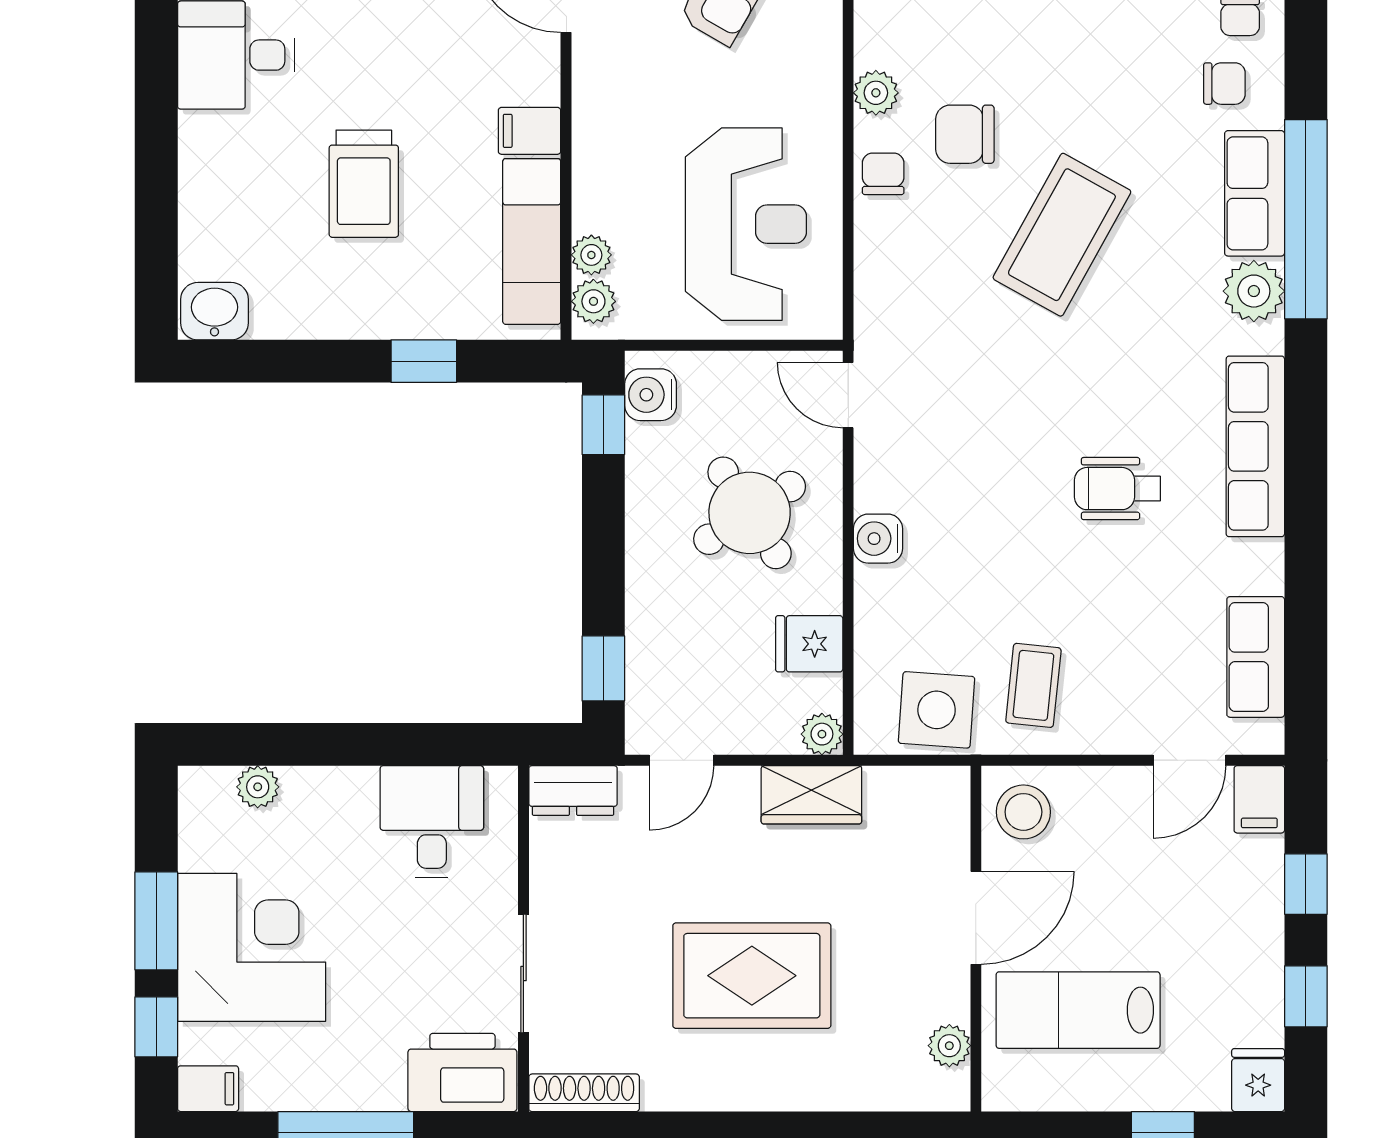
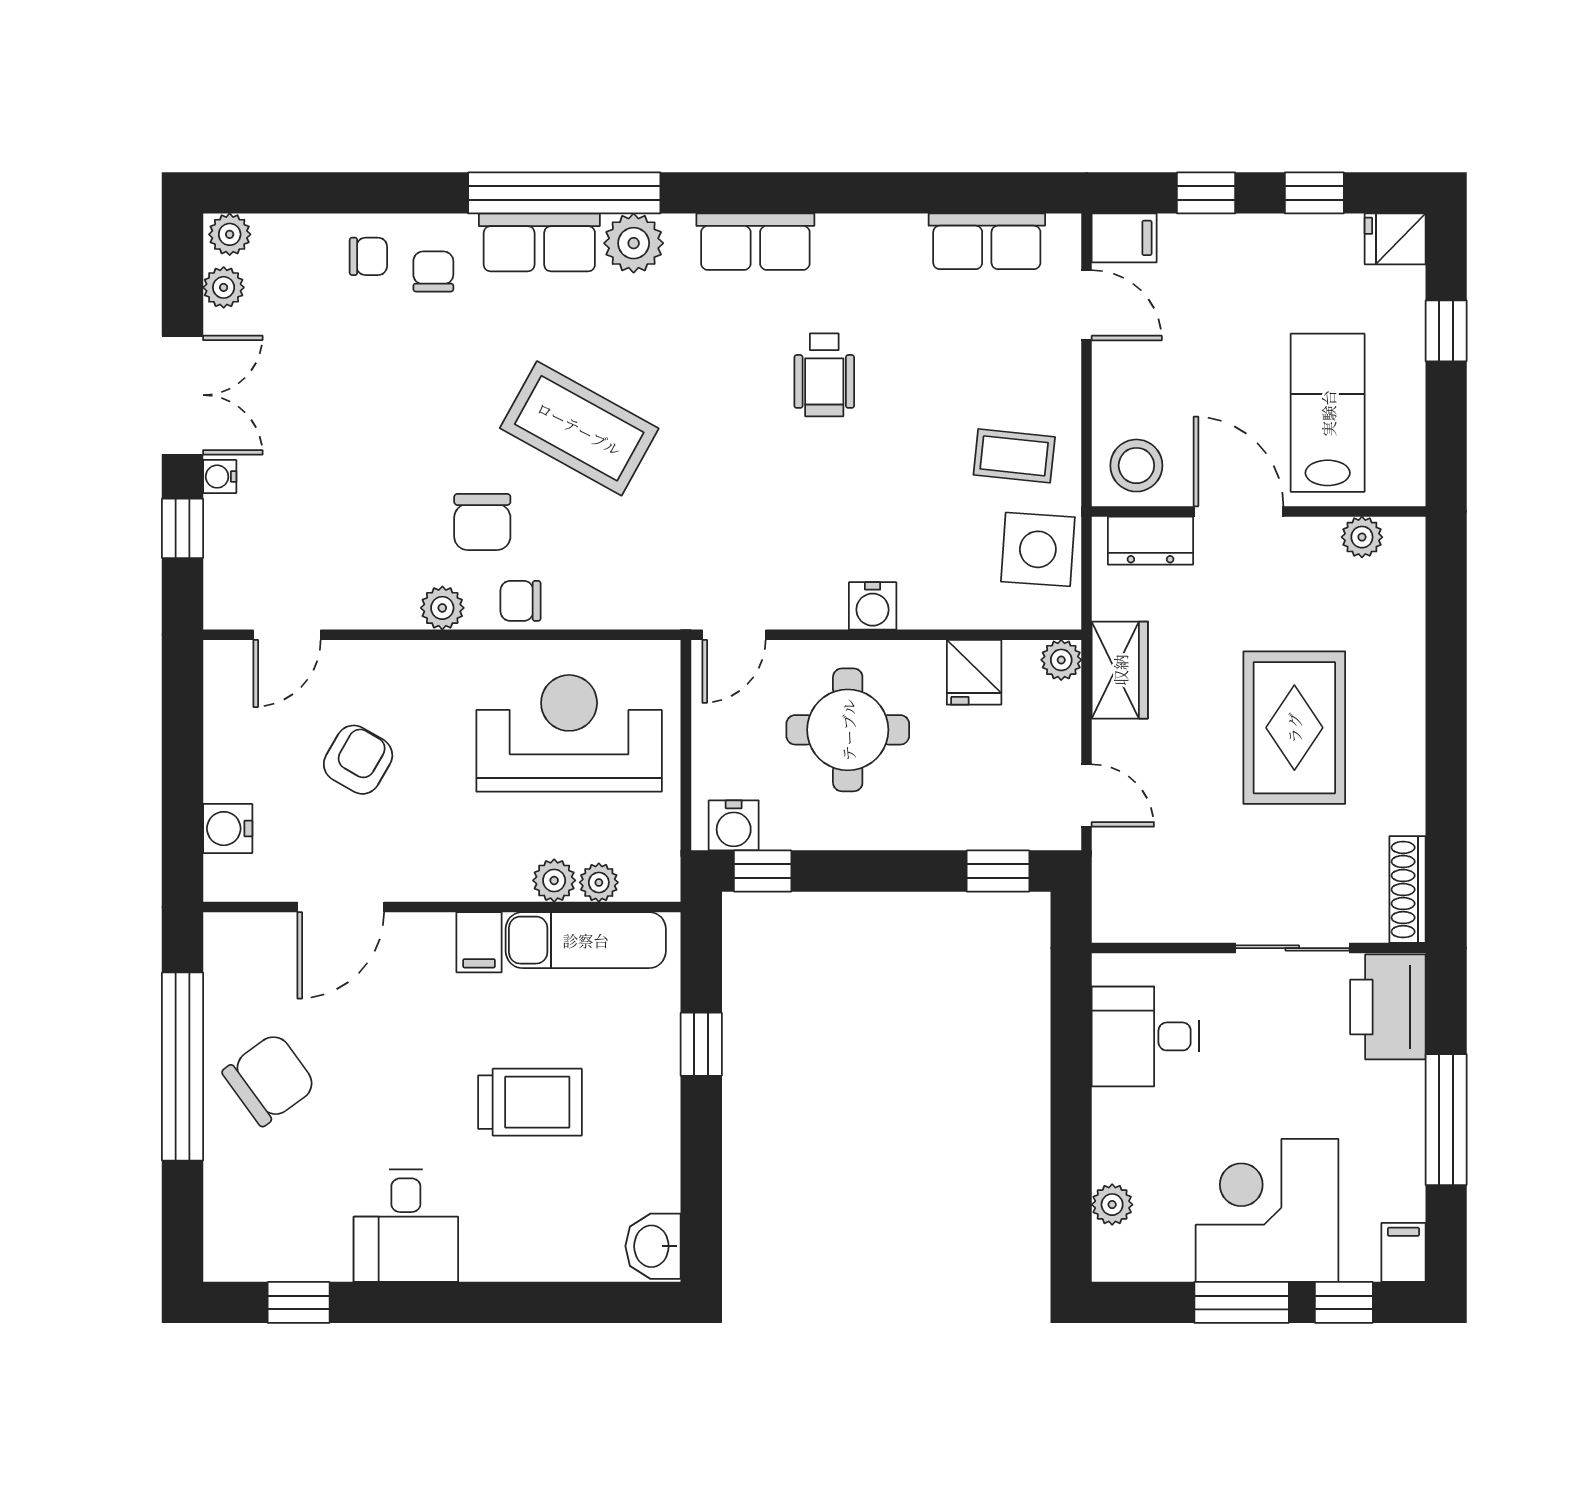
plant: (593, 301) -> (554, 880), moved
row of seats: (1255, 446) -> (755, 242), width x0.68
round table: (750, 513) -> (848, 730), turned 33
dresser: (573, 790) -> (1150, 541), moved, turned 90
lab bench: (1078, 1010) -> (1328, 413), turned 180

